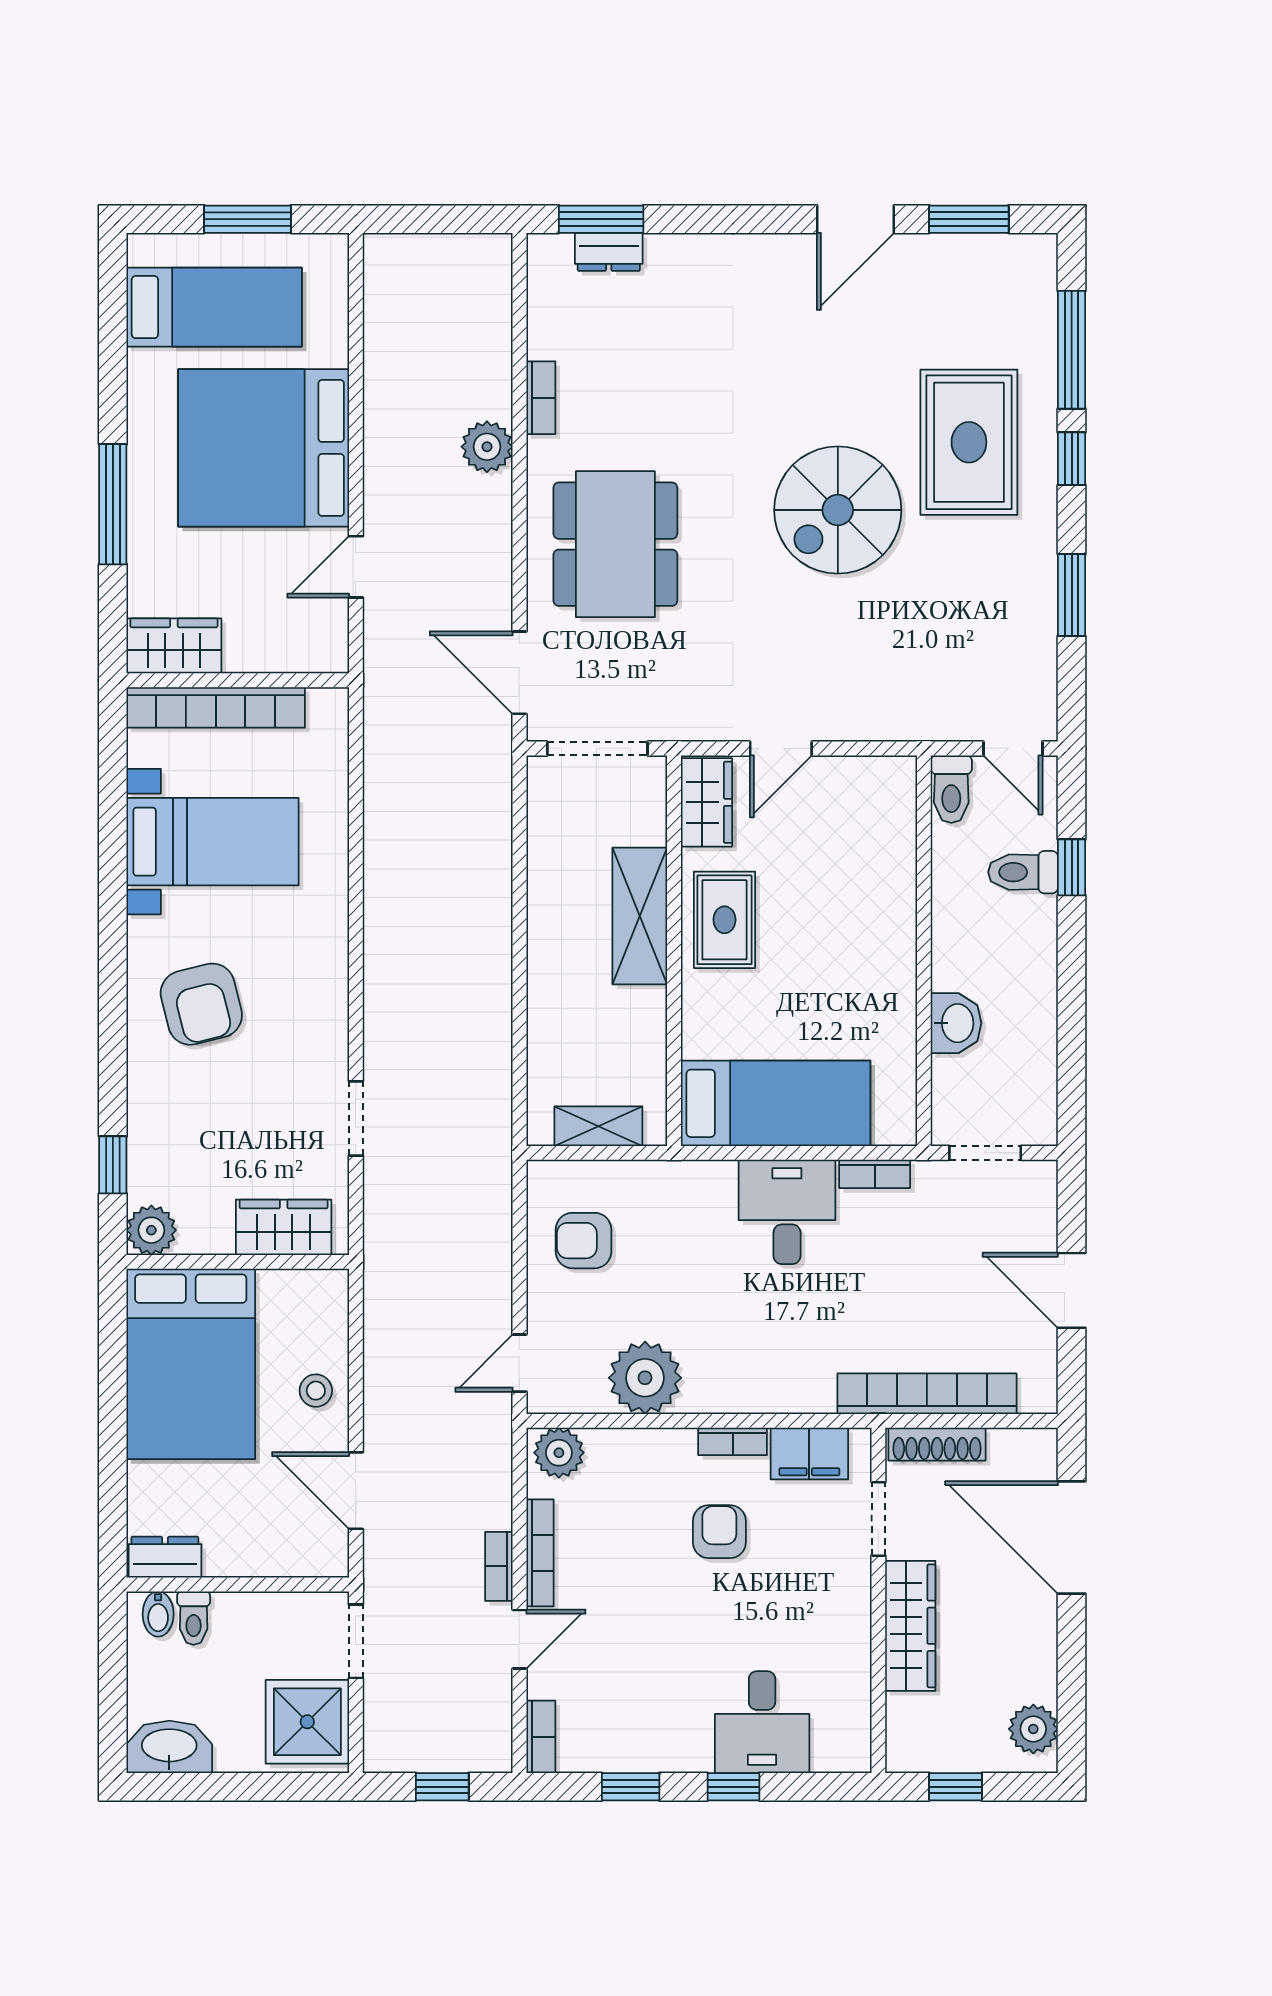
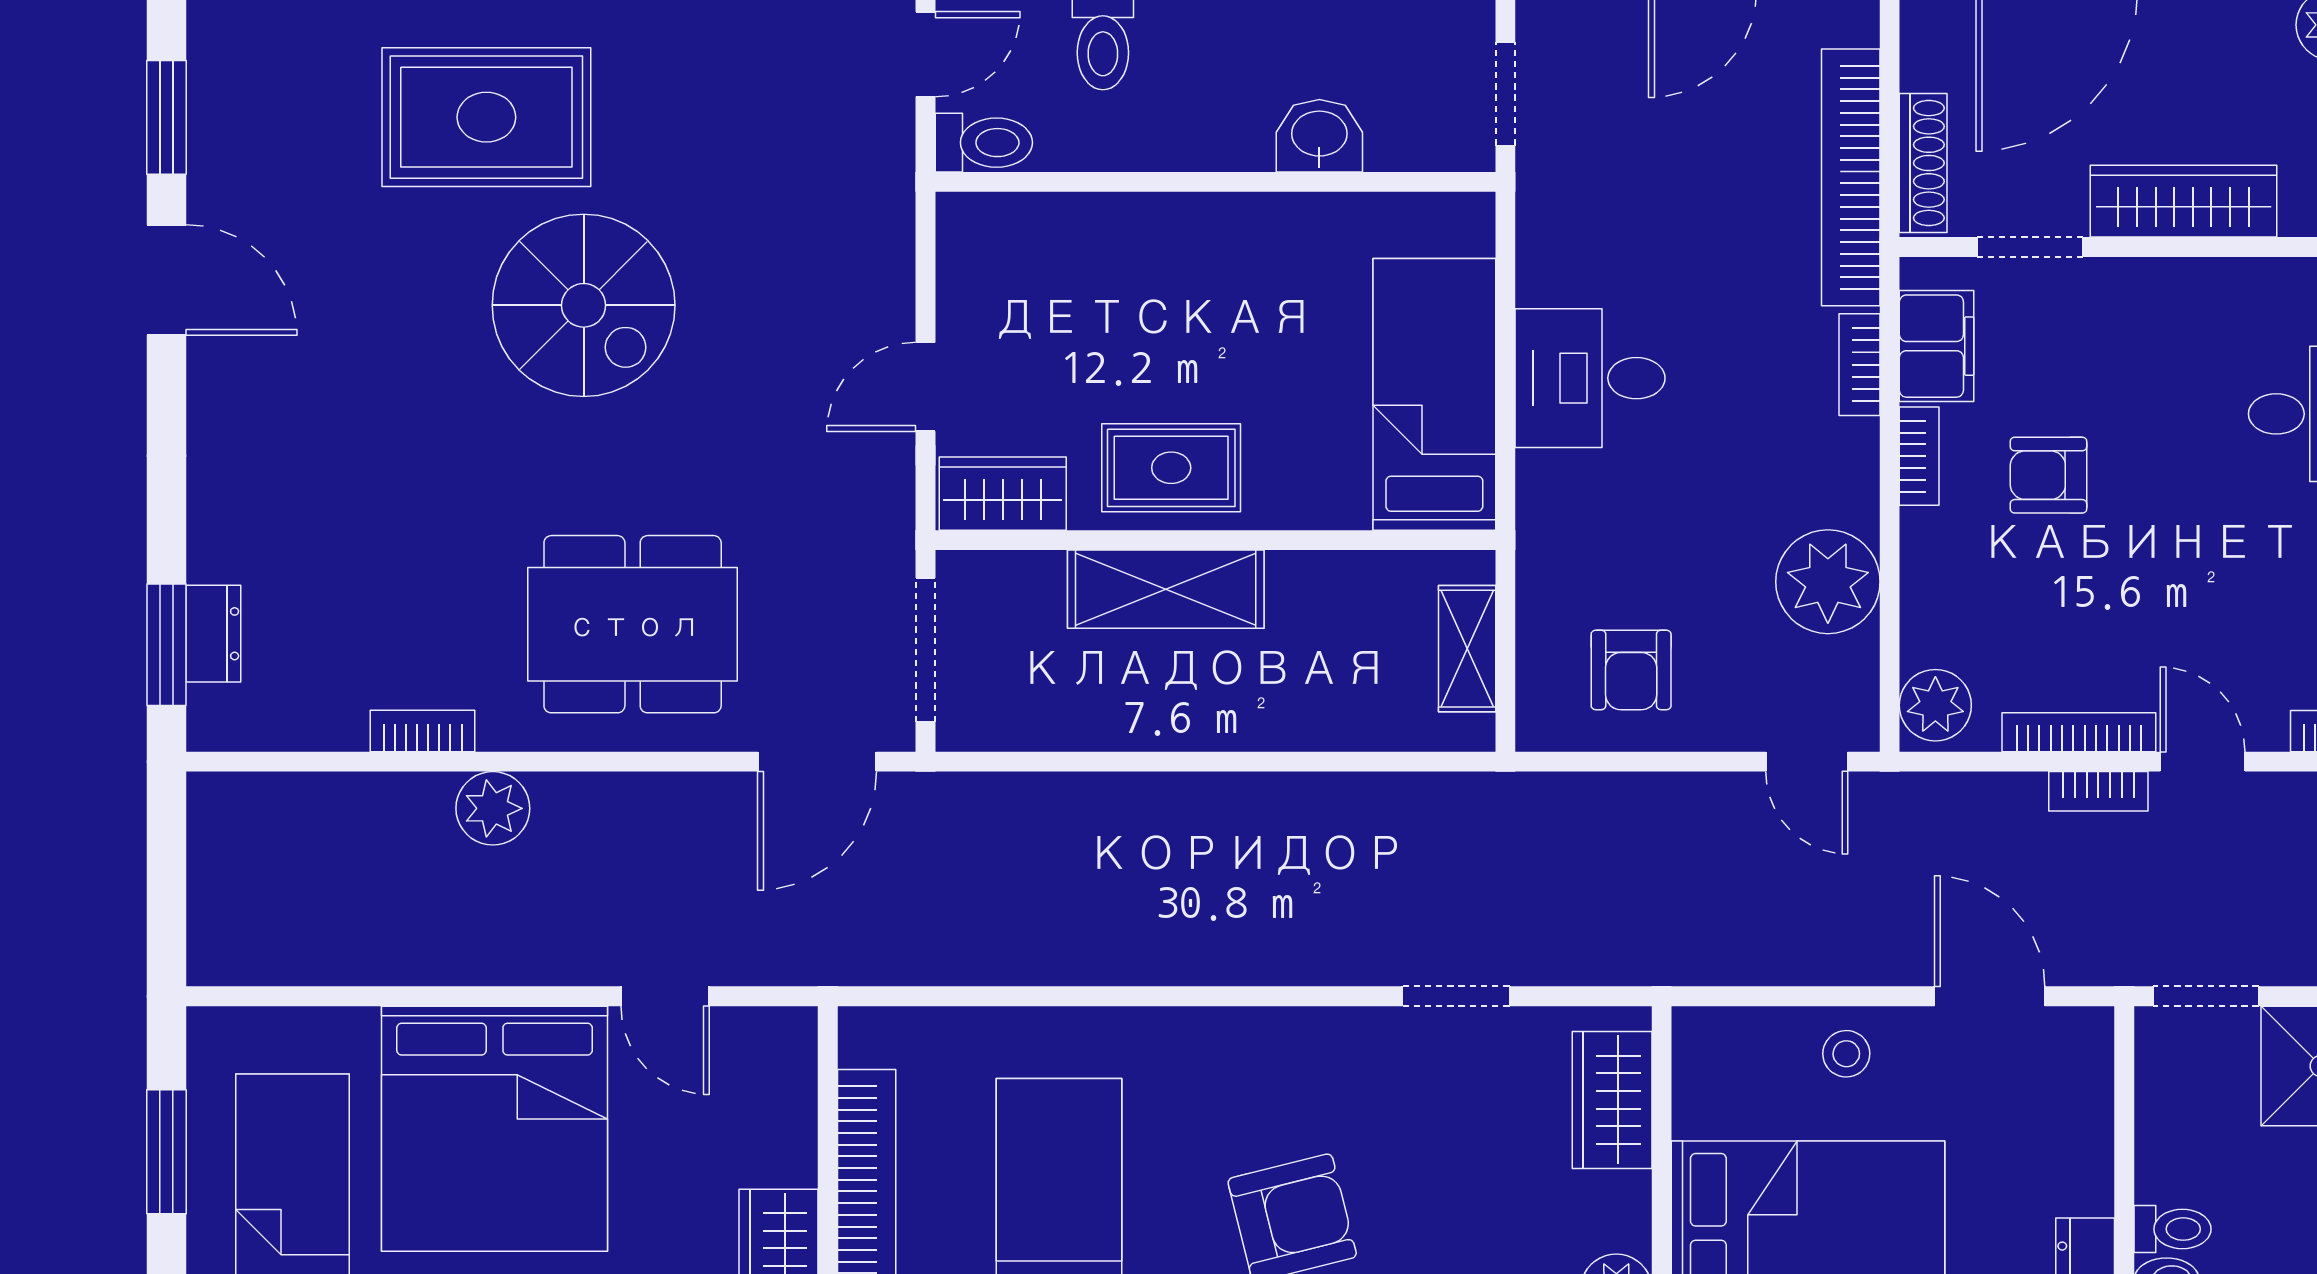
door: (781, 748) -> (925, 387), swing flipped
bookcase: (875, 1174) -> (1860, 365), moved, turned 180
door: (356, 1491) -> (1990, 996), swing flipped

